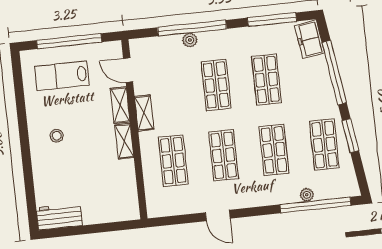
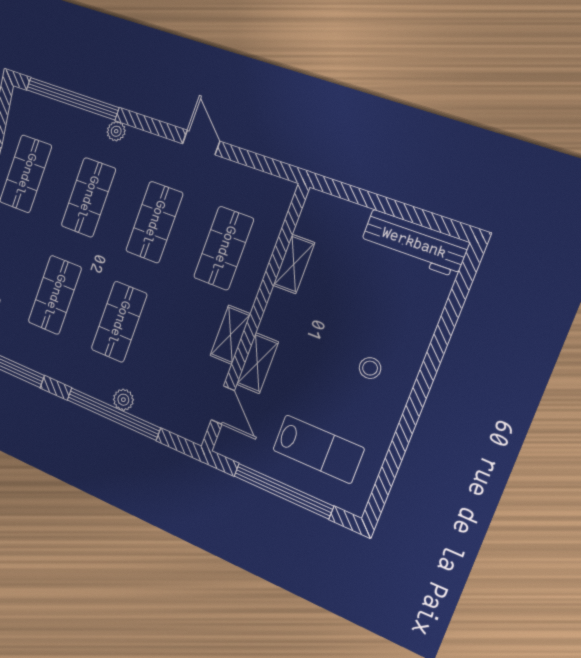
shelving: (124, 141) -> (294, 264), moved
plant: (307, 195) -> (116, 131), moved
workbench: (59, 216) -> (414, 243), width x1.37

